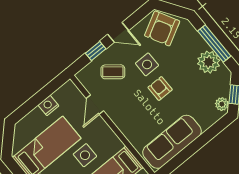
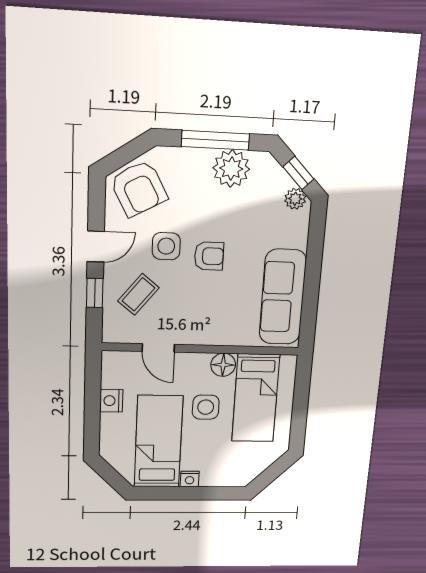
armchair: (160, 88) -> (209, 256), turned 180
floor lamp: (114, 144) -> (223, 365), added

